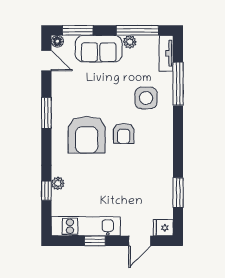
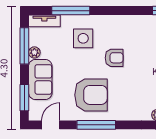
floor lamp: (57, 41) -> (34, 115), removed
window: (46, 113) -> (96, 125), width x1.44
armchair: (87, 135) -> (91, 95), moved

